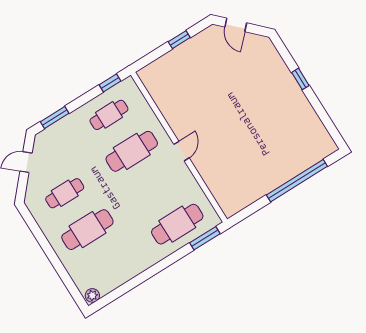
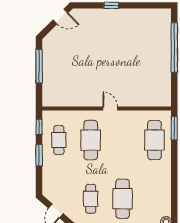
door: (236, 25) -> (60, 16), moved
window: (179, 40) -> (39, 66), width x2.17
window: (55, 118) -> (39, 155), moved

